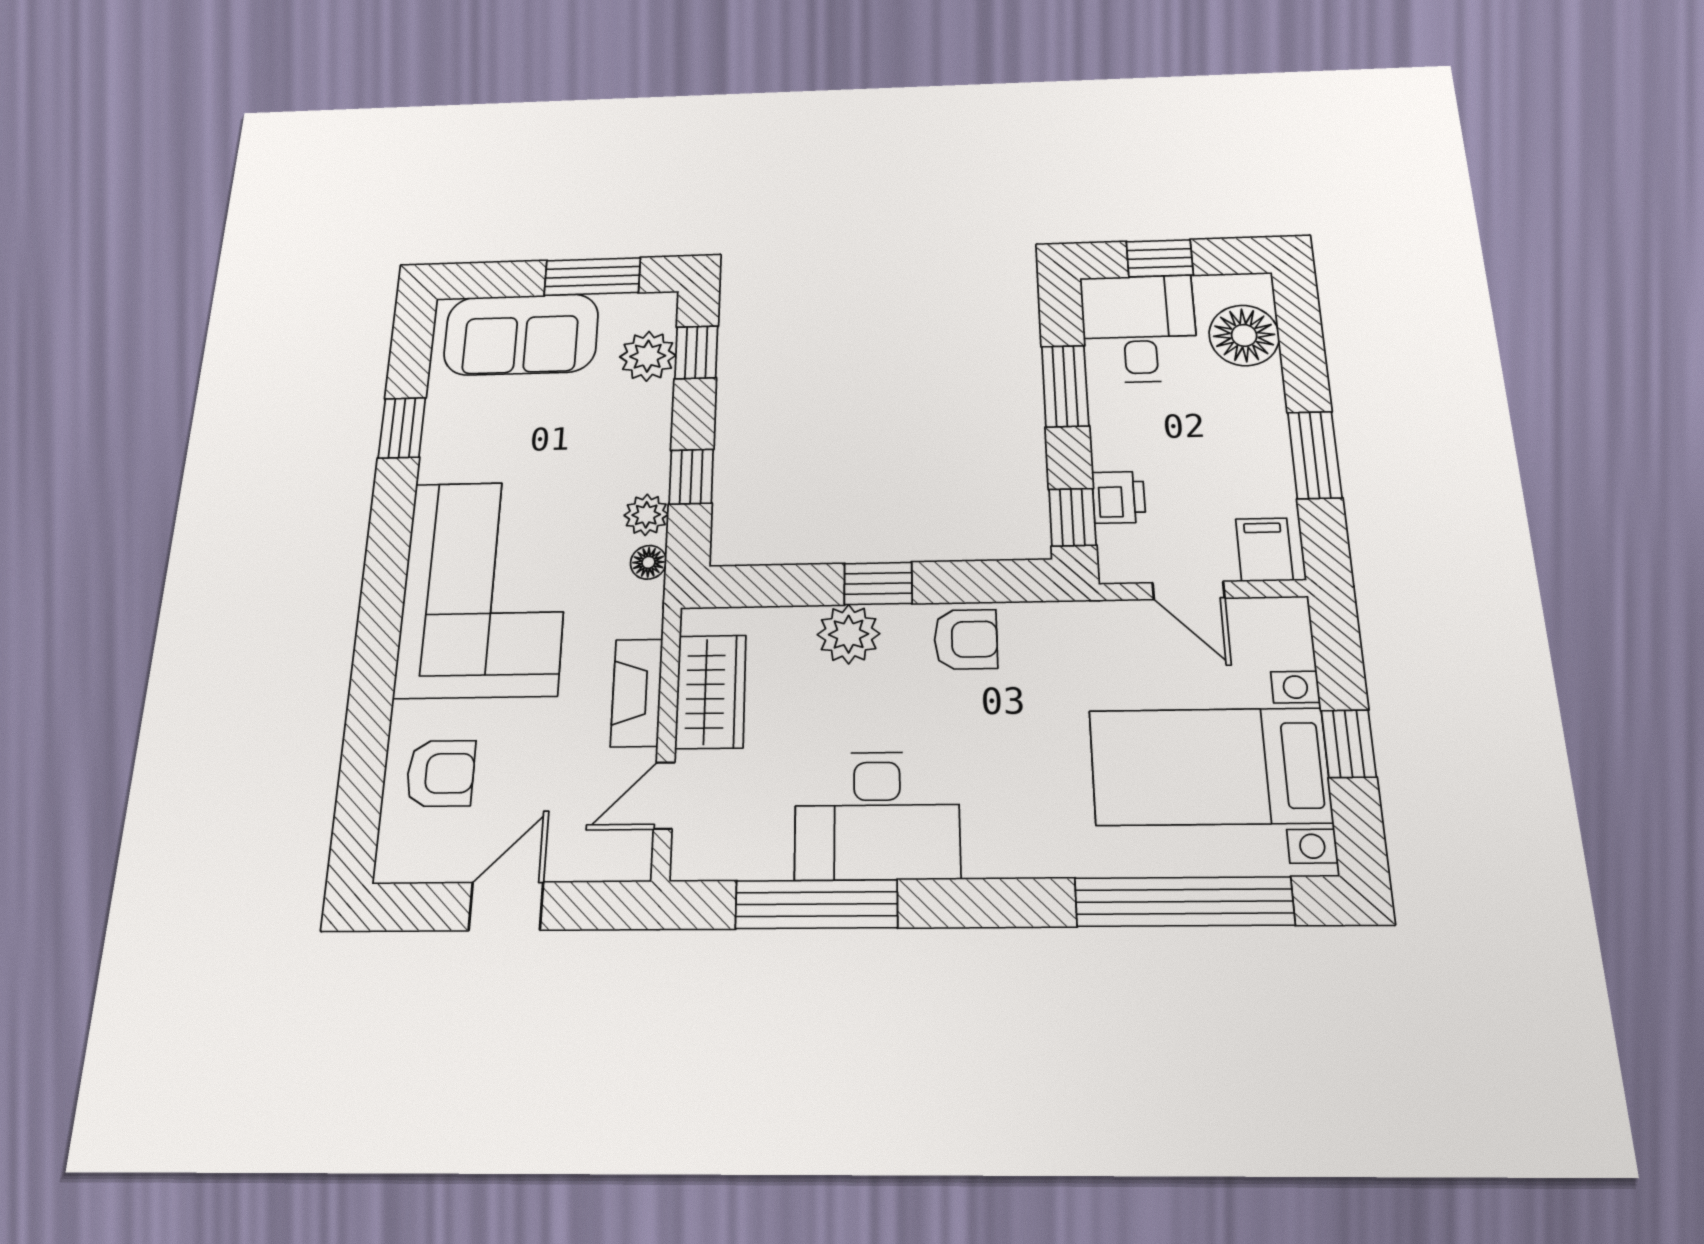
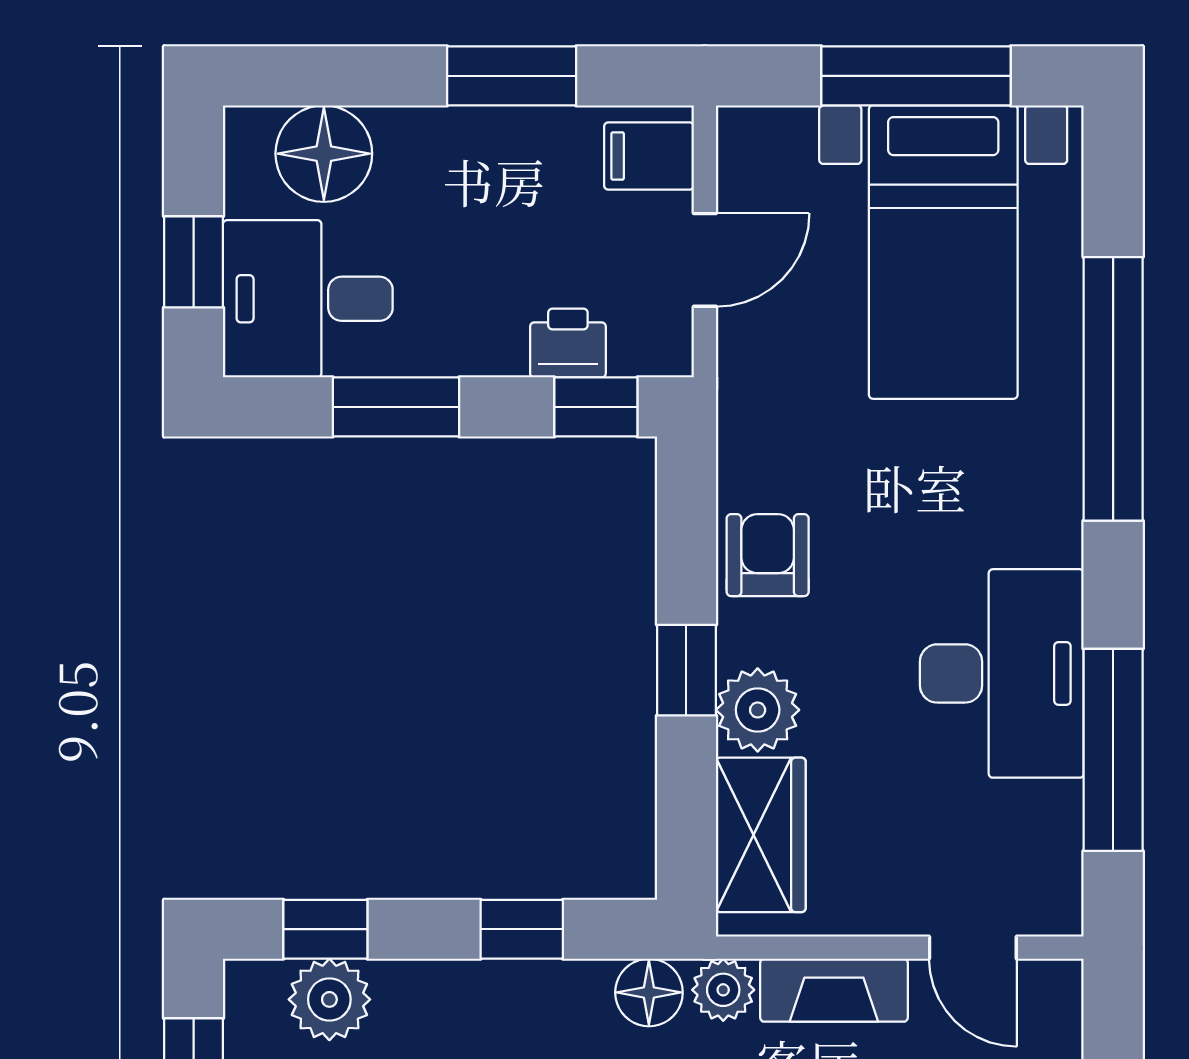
plant: (646, 515) -> (723, 990), moved
floor lamp: (648, 562) -> (649, 992), width x1.37, depth x1.37
wardrobe: (711, 692) -> (761, 835), moved, turned 90
window: (1349, 744) -> (916, 76), width x2.17
window: (1184, 902) -> (1113, 389), moved

